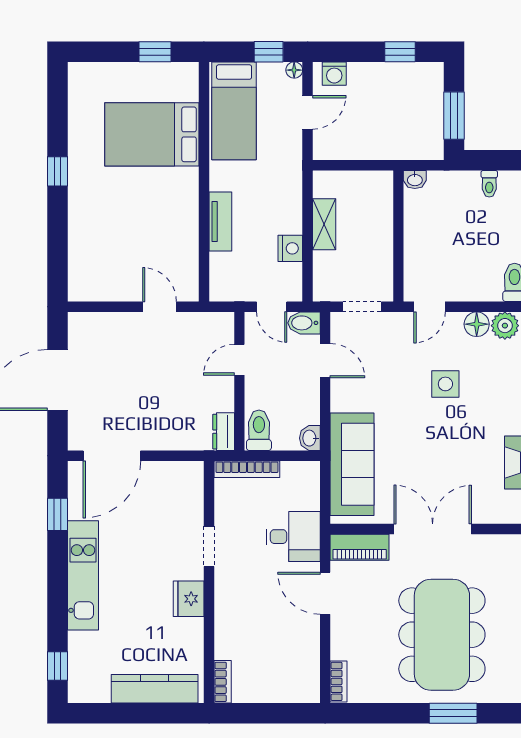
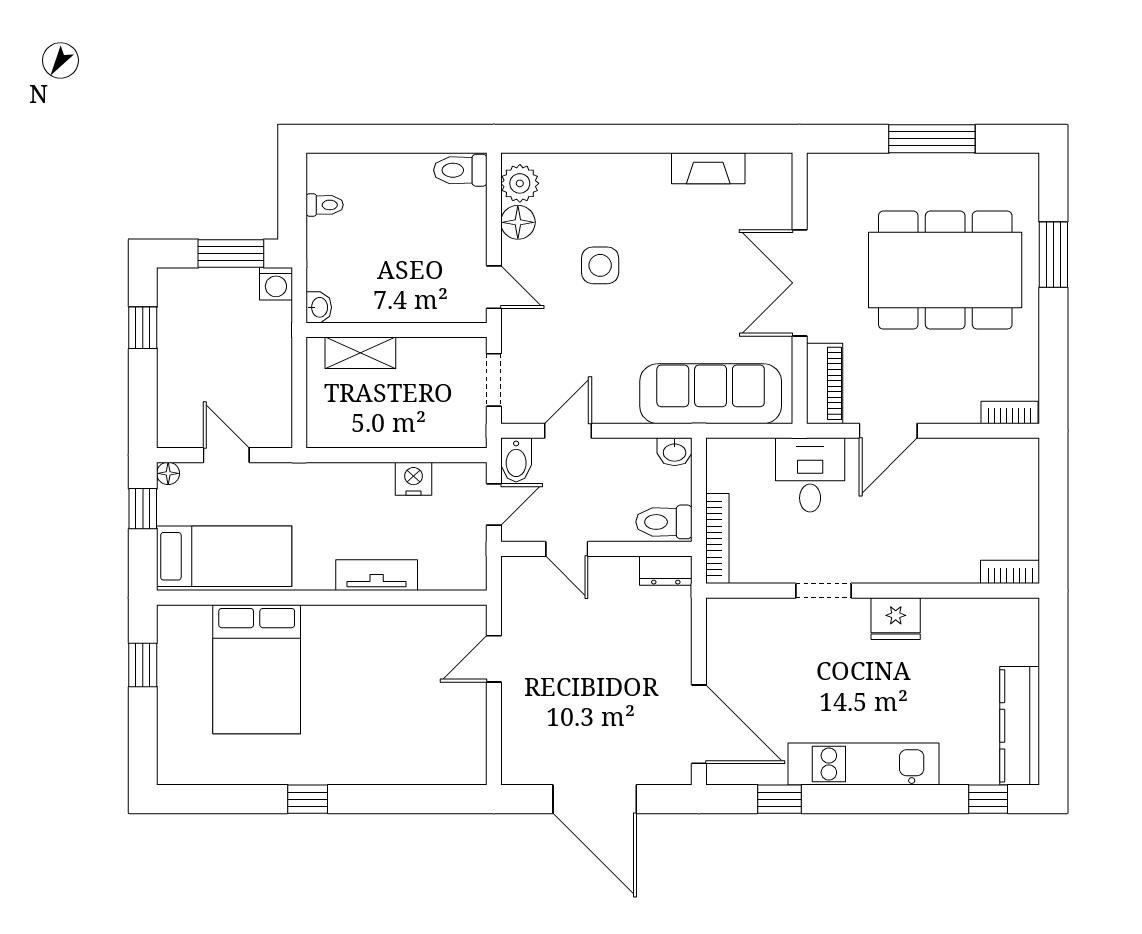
washing machine: (334, 74) -> (276, 284), moved, turned 90
shelving: (324, 224) -> (360, 353), moved
kitchen counter: (155, 689) -> (1020, 726), moved

